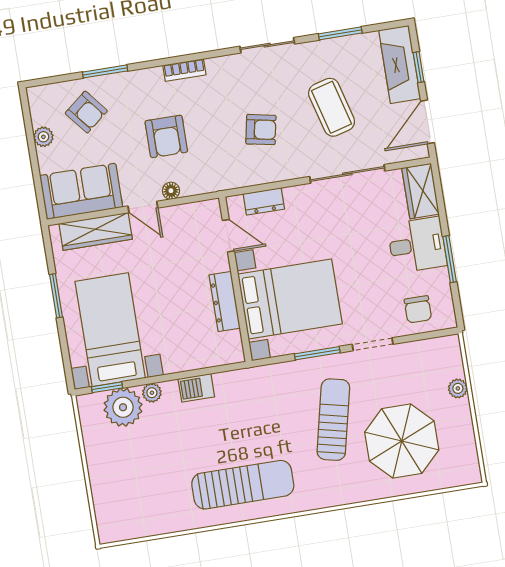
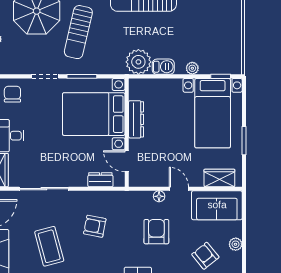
coffee table: (332, 107) -> (49, 246), moved
wardrobe: (96, 231) -> (219, 178), width x0.67
plant: (123, 407) -> (138, 62), moved

